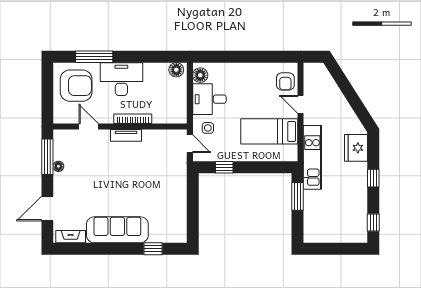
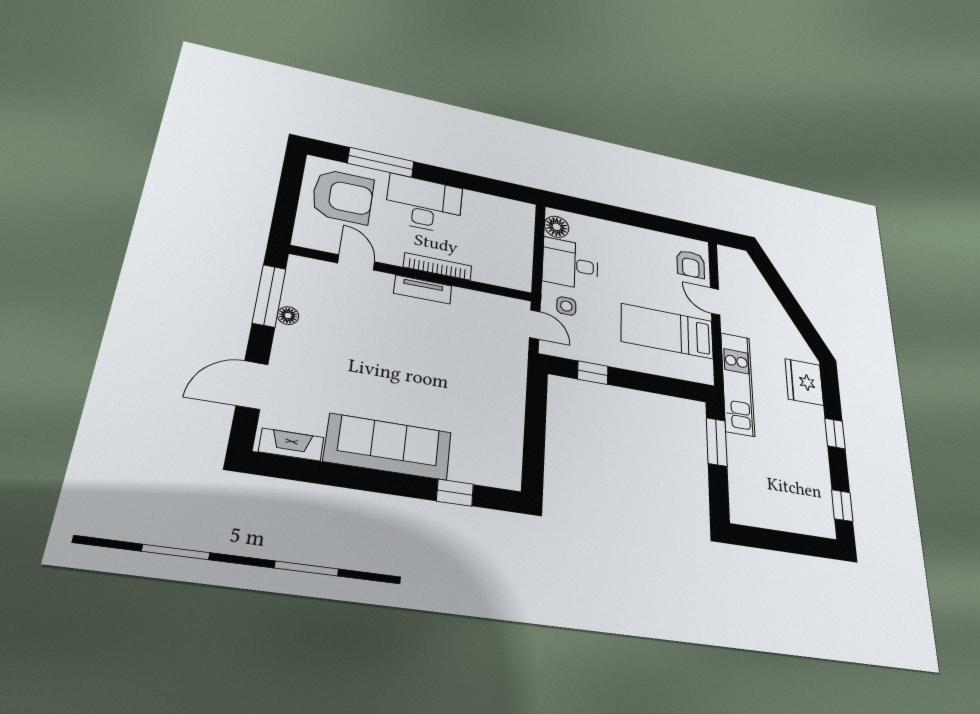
floor lamp: (176, 70) -> (518, 211), removed

